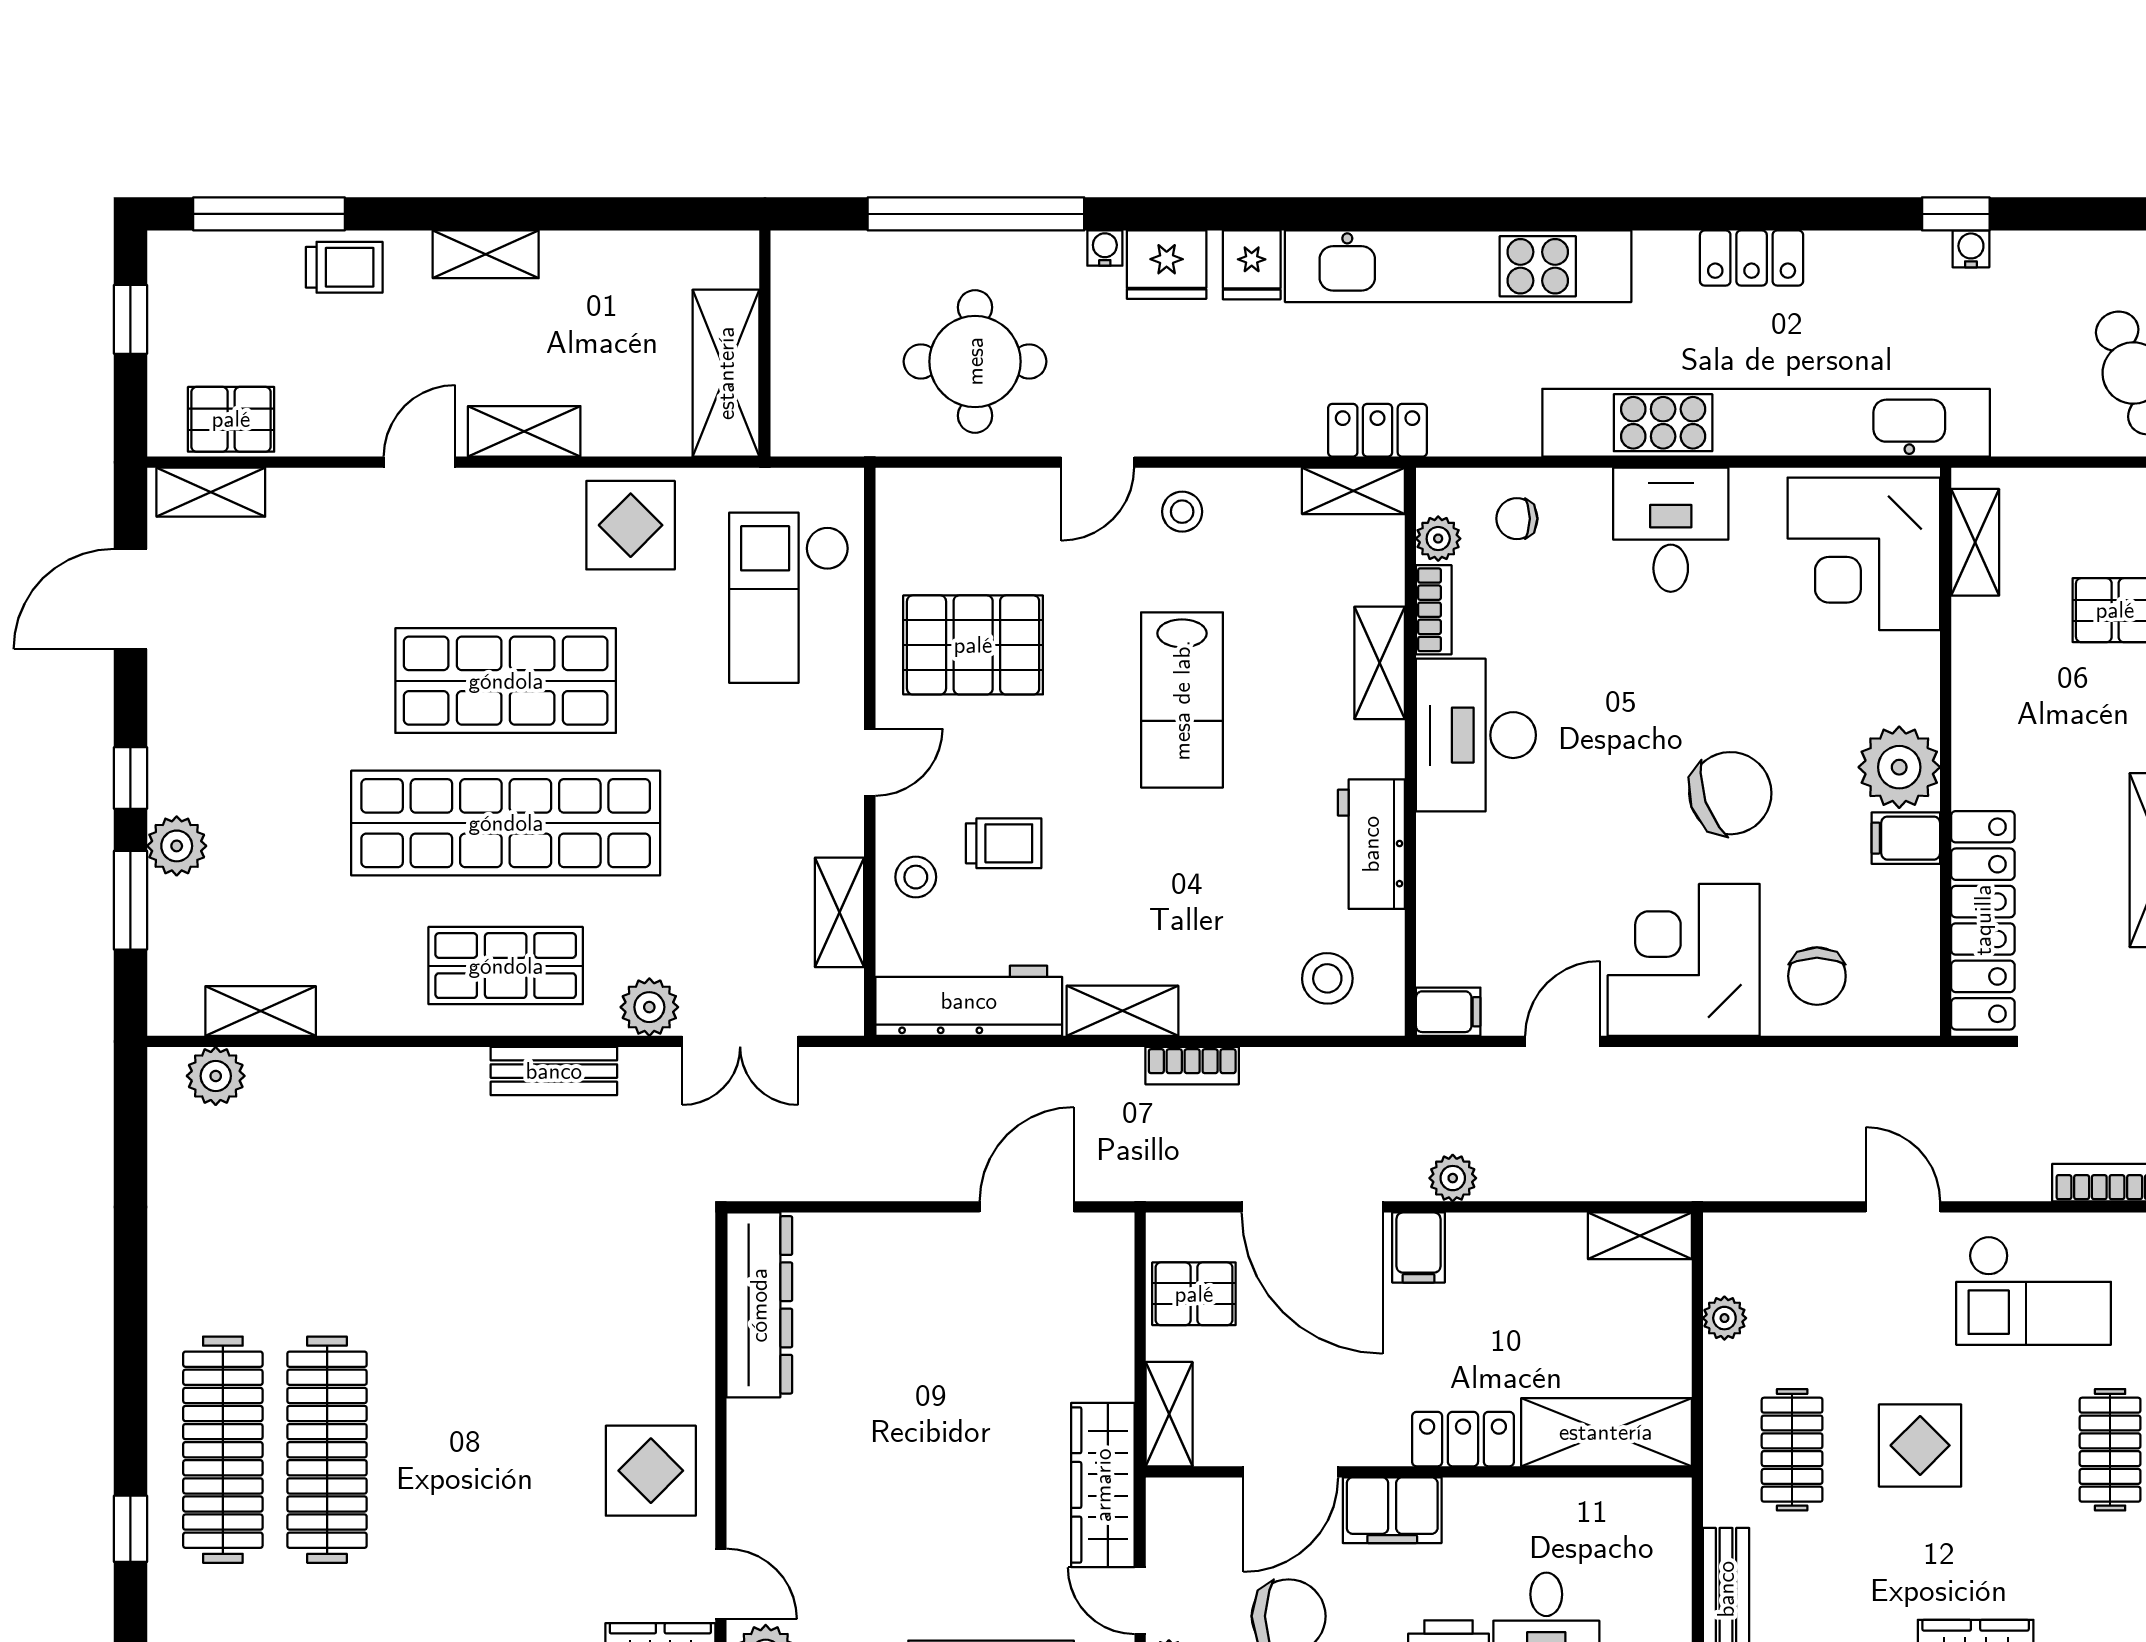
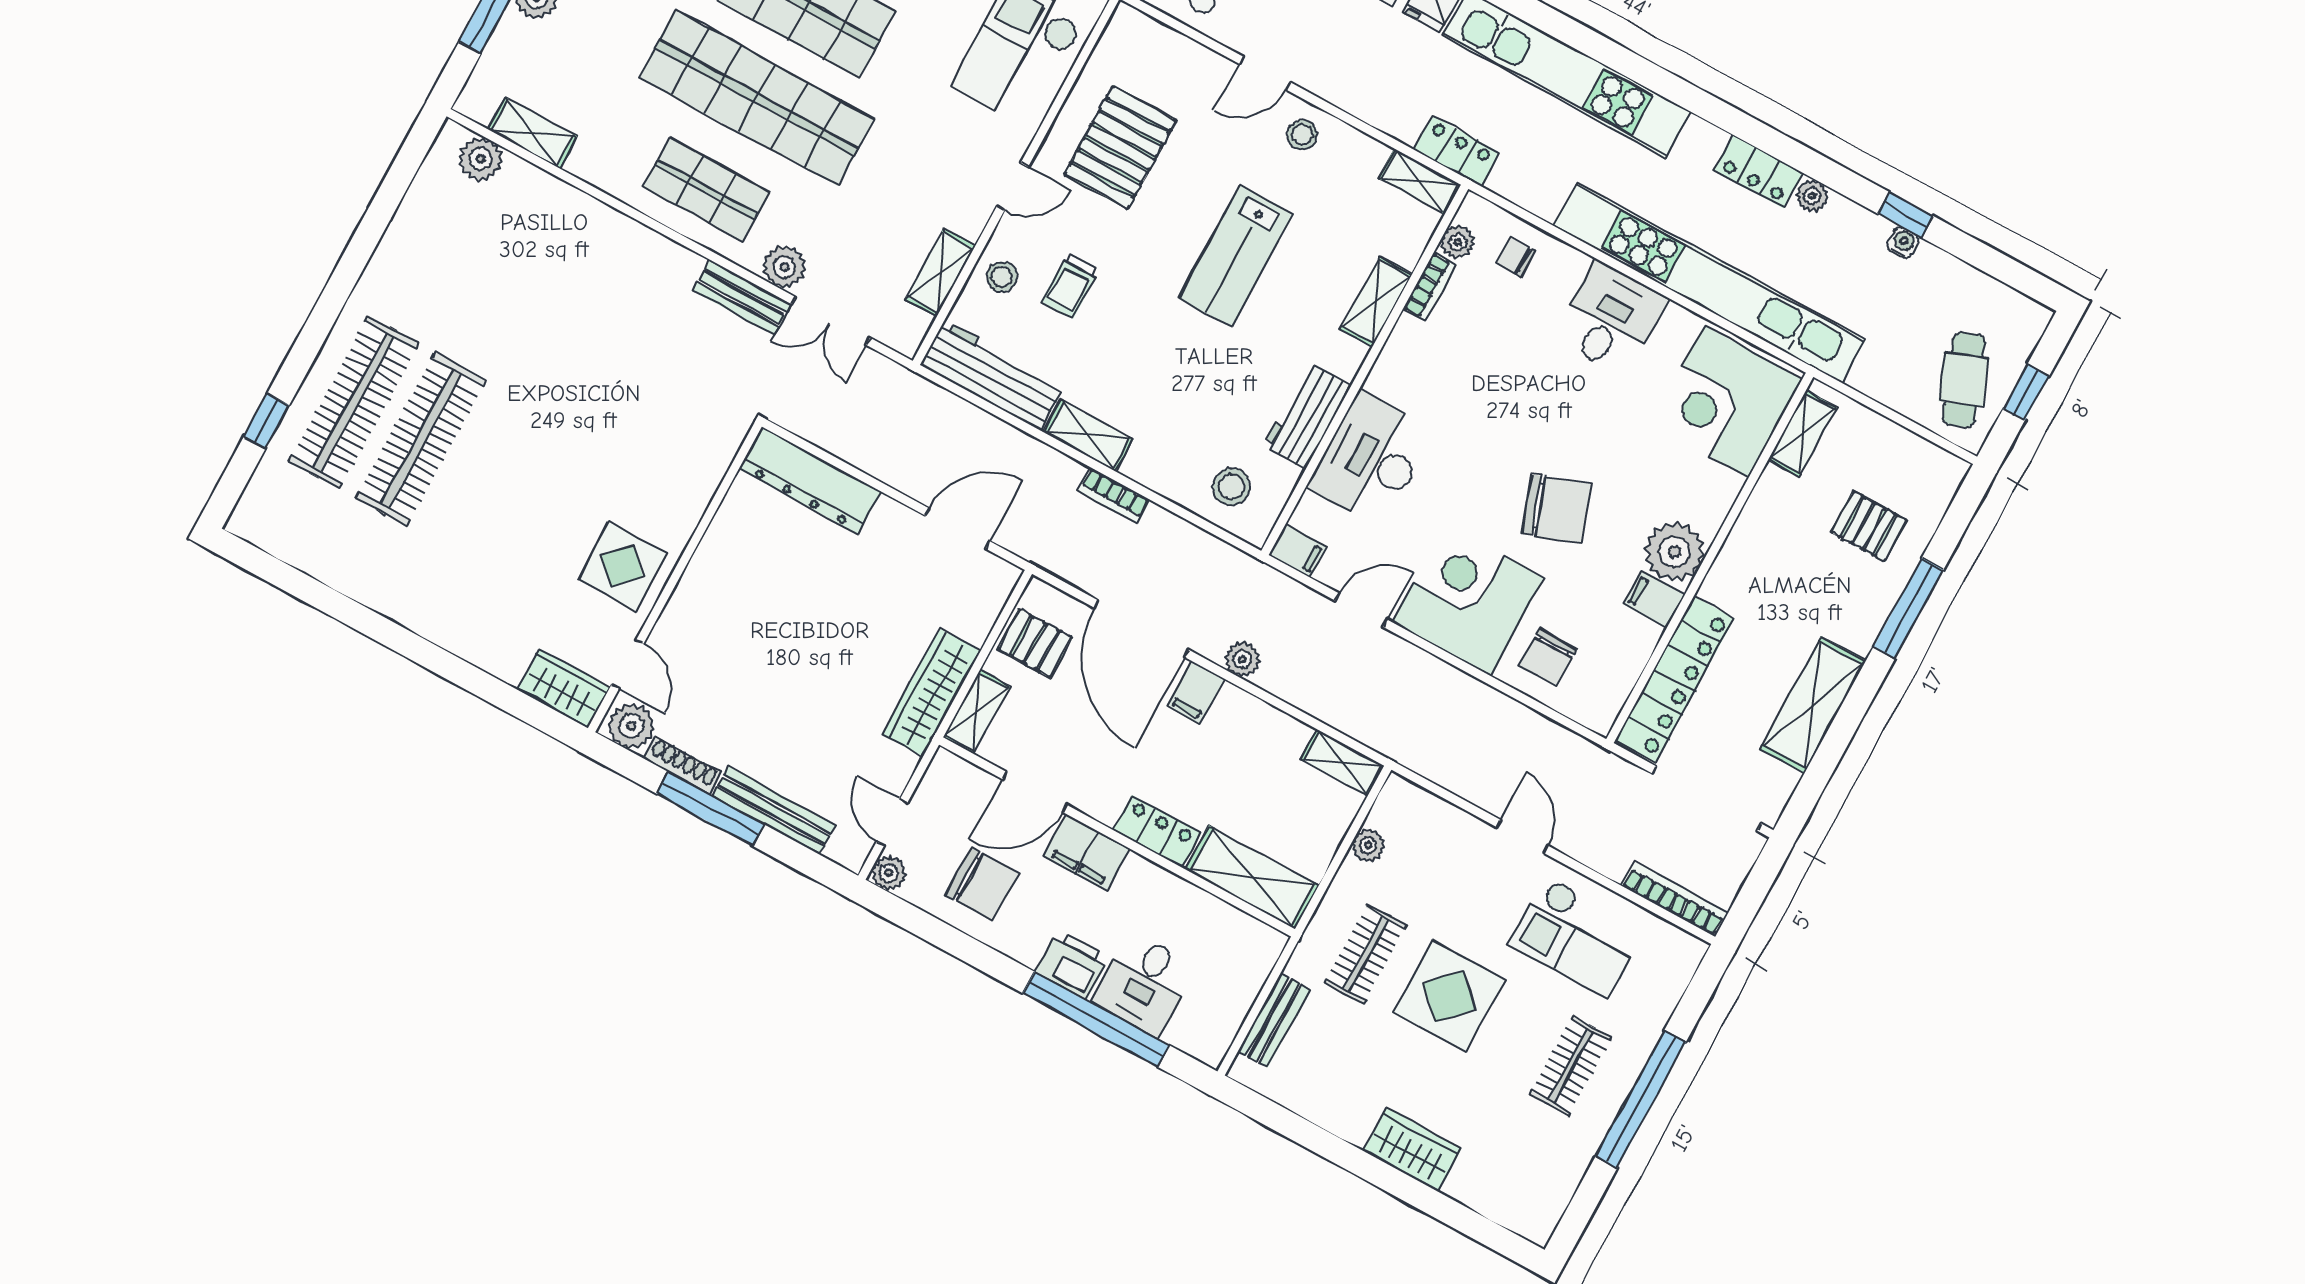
plant: (1832, 252) -> (1812, 196), added
pallet: (973, 645) -> (1120, 147), turned 90
desk: (1476, 735) -> (1371, 459), moved
trolley: (1004, 843) -> (1070, 286), turned 90
bench: (554, 1071) -> (742, 297), moved
dresser: (759, 1305) -> (810, 480), moved, turned 90
display table: (1920, 1445) -> (1449, 996), width x1.36, depth x1.36
wardrobe: (1103, 1485) -> (932, 693), moved

